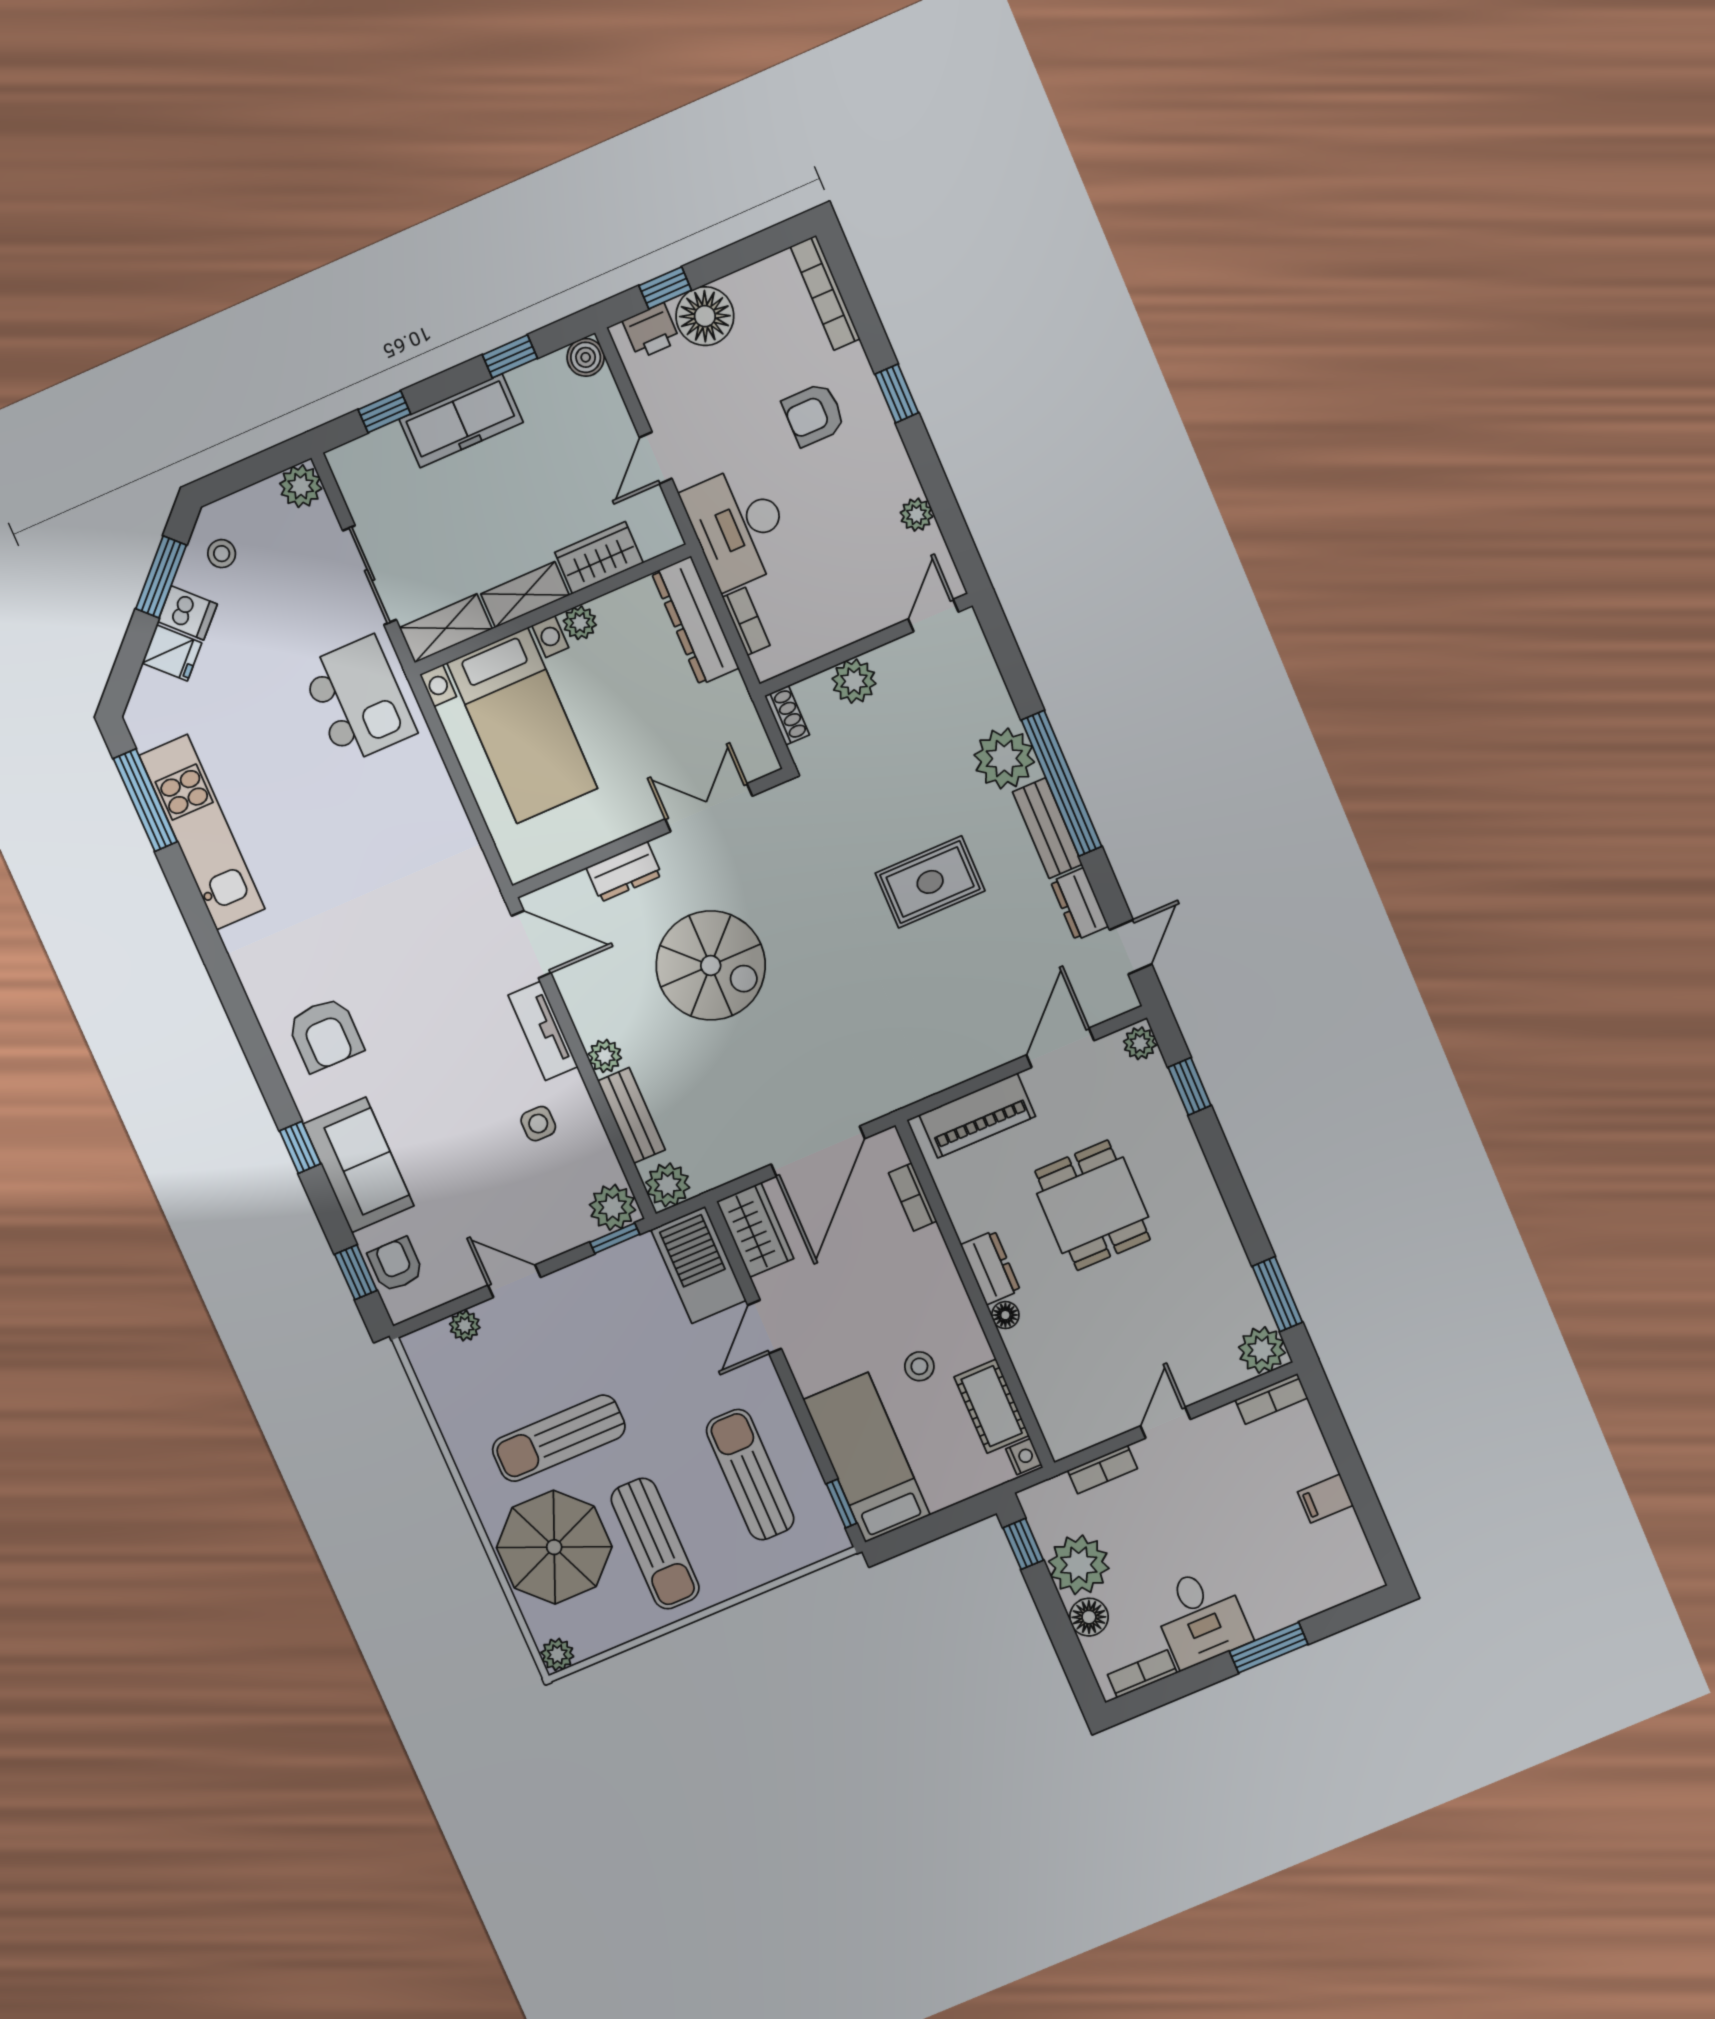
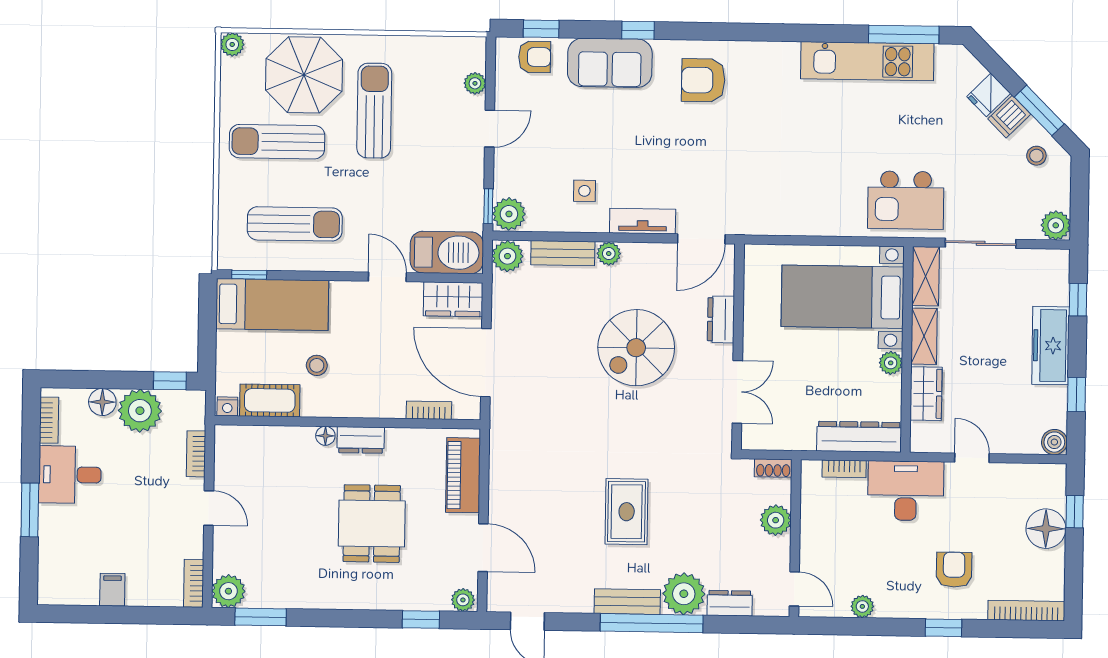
printer: (651, 331) -> (1052, 491), removed
dresser: (1079, 904) -> (730, 603), moved
dining table: (1093, 1205) -> (372, 524), turned 90

